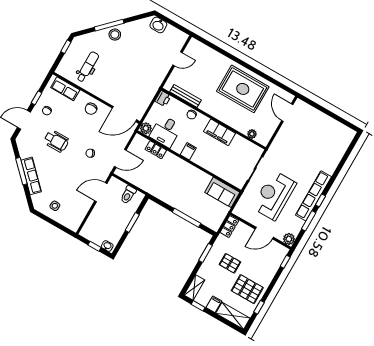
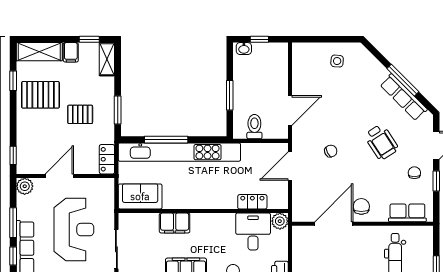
door: (124, 114) -> (334, 224), moved
wheelchair: (56, 141) -> (381, 142), turned -123
filing cabinet: (188, 151) -> (175, 223), moved, width x2.00
row of seats: (31, 176) -> (404, 97), moved
kitchen unit: (183, 206) -> (179, 152), added

